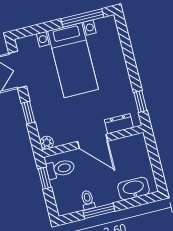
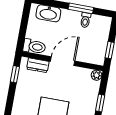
door: (93, 141) -> (63, 61), hinge flipped
toilet: (60, 169) -> (34, 47), moved, turned 180

